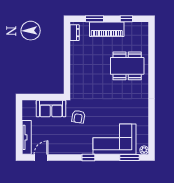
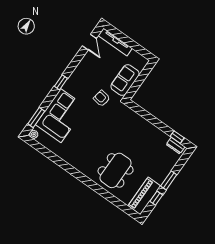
window: (94, 19) -> (169, 180), moved
piano: (107, 29) -> (144, 196), moved
window: (67, 36) -> (177, 137), added

